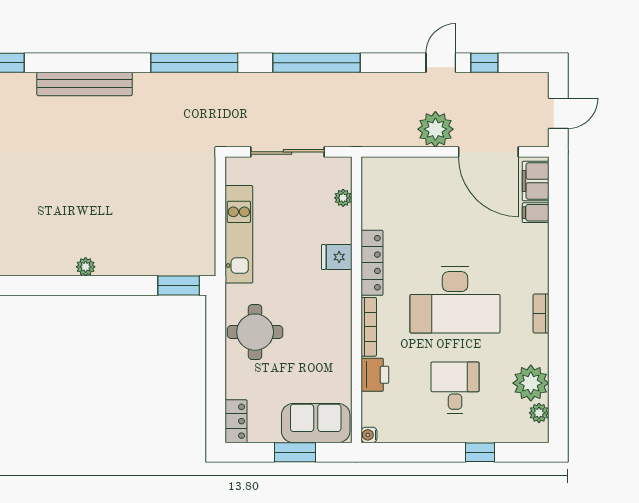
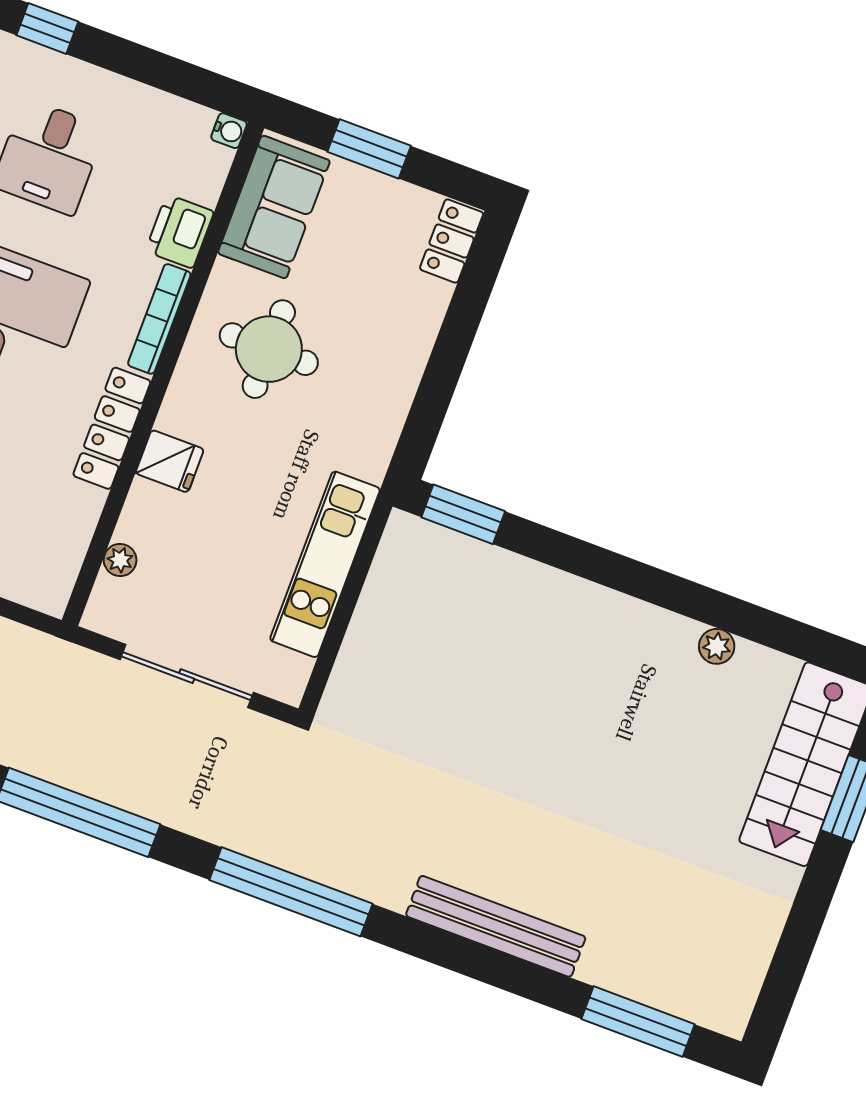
plant: (86, 267) -> (717, 646), moved
round table: (255, 332) -> (269, 349), moved
sofa: (316, 423) -> (274, 207), moved, turned -90

